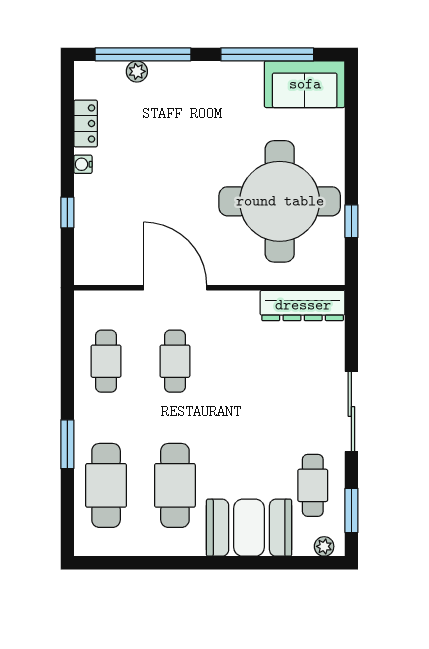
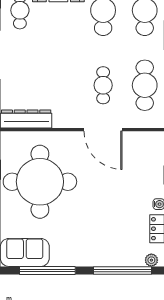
plant: (137, 71) -> (151, 260), moved
cafe table: (106, 361) -> (145, 85), width x1.37, depth x1.35

